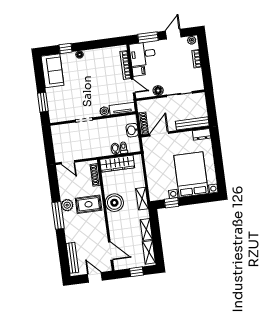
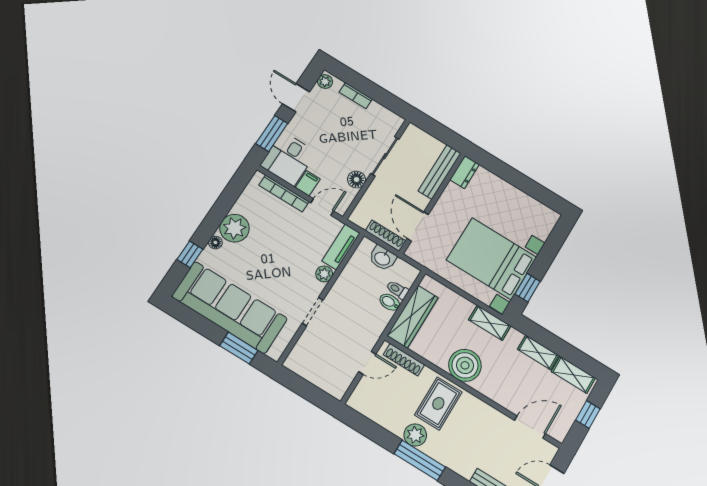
plant: (92, 57) -> (234, 228), added
sofa: (52, 71) -> (230, 307), width x1.85, depth x1.27
door: (68, 162) -> (367, 363), moved
bed with nightstands: (191, 174) -> (492, 259), moved

